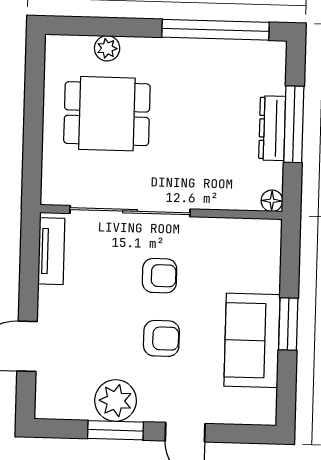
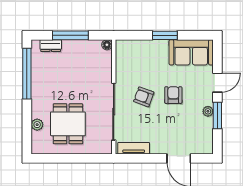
dresser: (272, 128) -> (51, 46), moved, width x0.70
armchair: (160, 276) -> (144, 97), turned -70
sofa: (252, 340) -> (191, 52), moved
plant: (116, 401) -> (208, 111), width x0.53, depth x0.53

